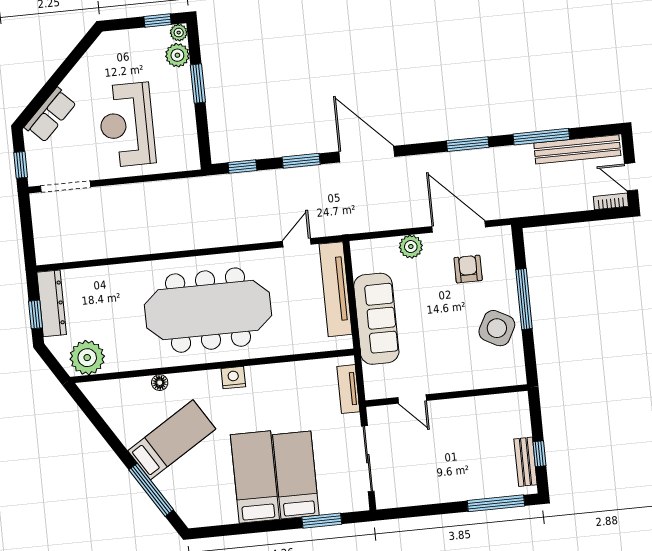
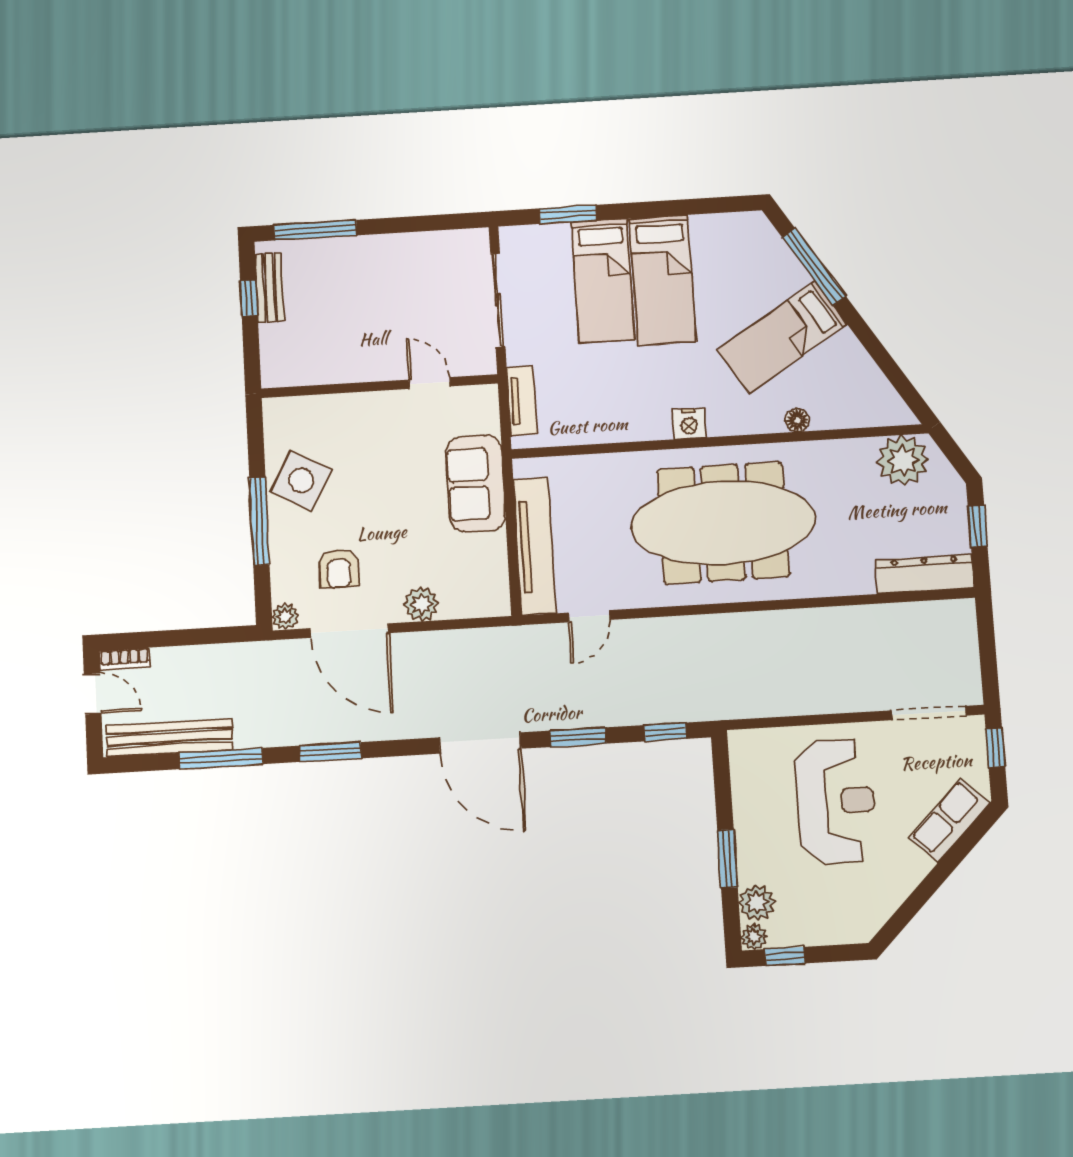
plant: (503, 235) -> (285, 616), added
dresser: (52, 303) -> (925, 574), moved, turned 90
sofa: (376, 319) -> (476, 484), width x0.73

